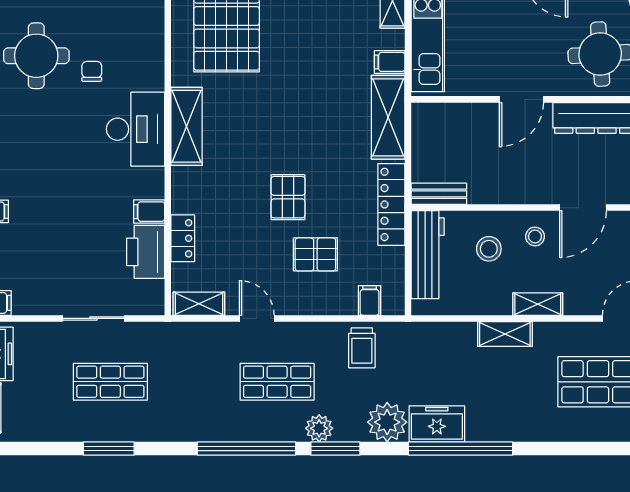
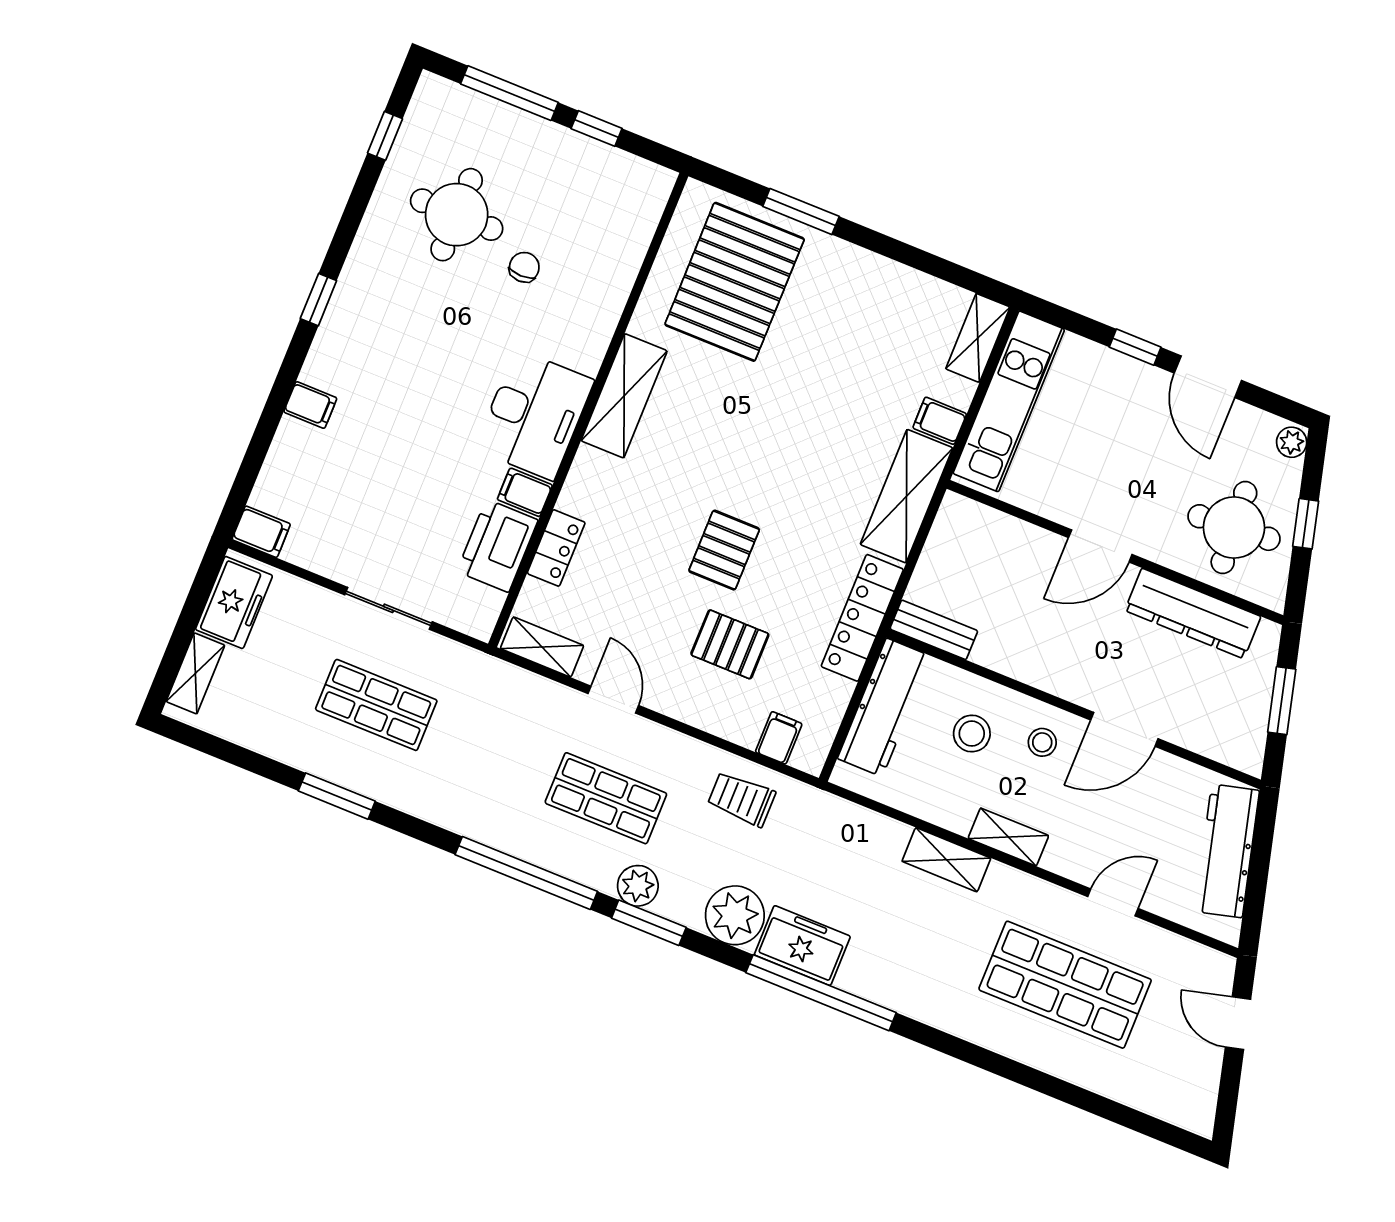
desk: (136, 129) -> (535, 415), moved
trolley: (362, 348) -> (742, 799), turned 90

